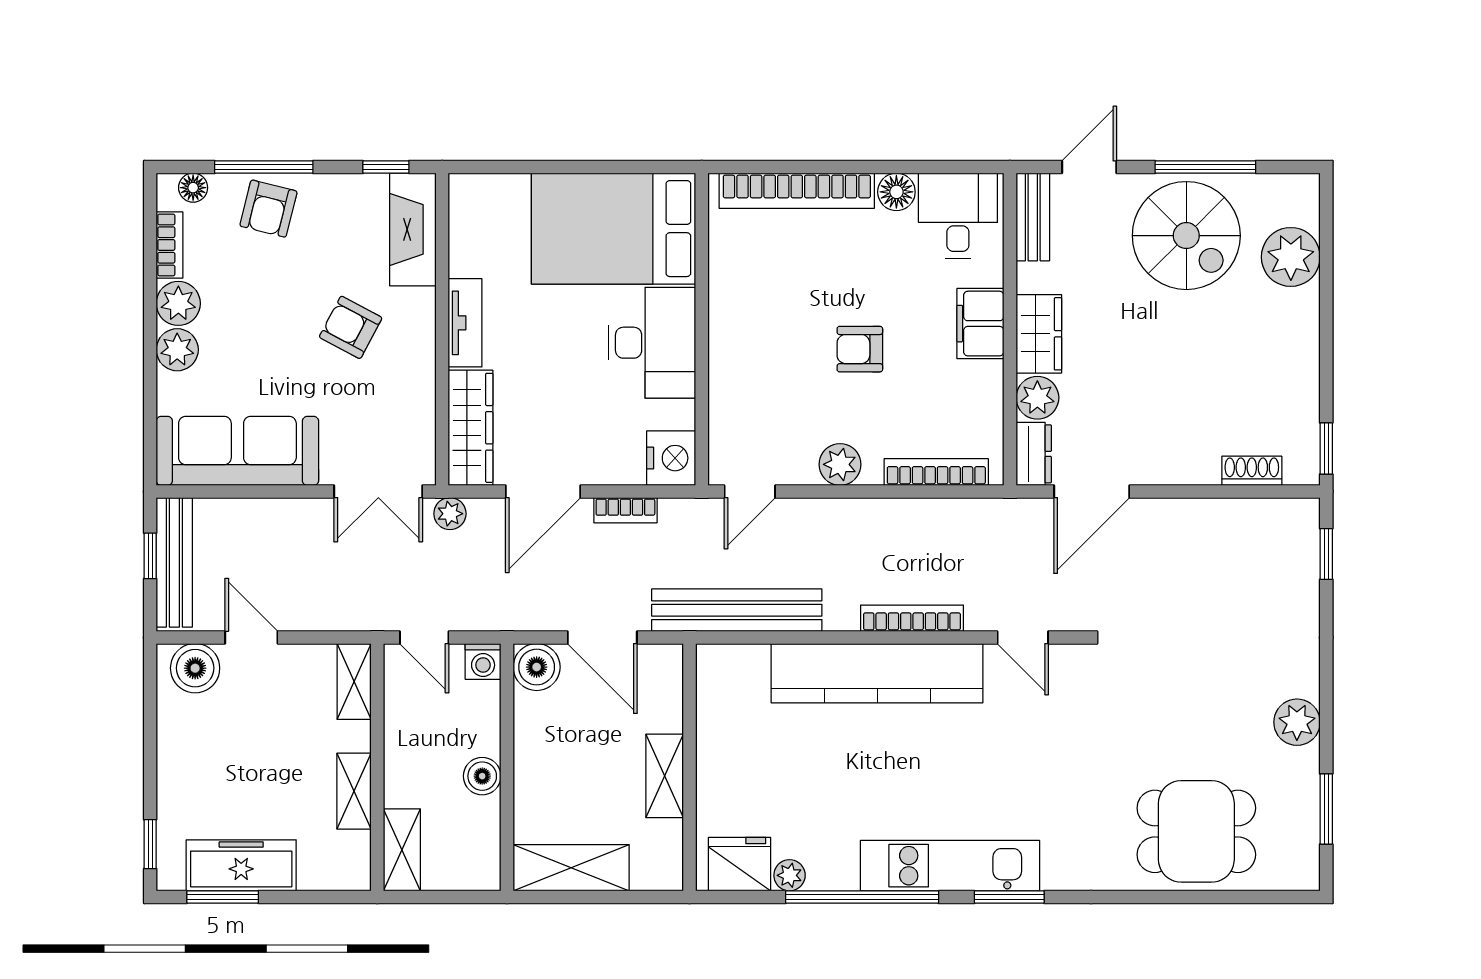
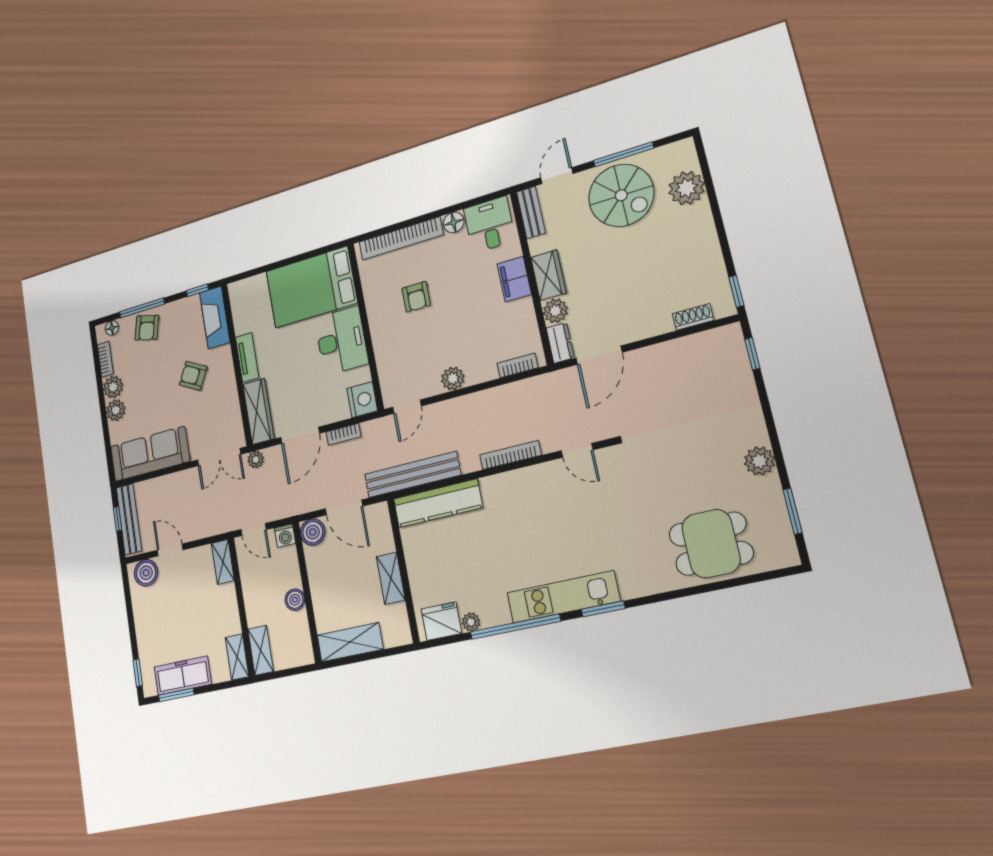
armchair: (860, 349) -> (416, 297), moved, turned -90
bookcase: (936, 472) -> (517, 365), width x0.64
kitchen counter: (877, 673) -> (438, 503), moved, width x0.72, depth x0.86
shelving: (354, 791) -> (237, 657), moved

